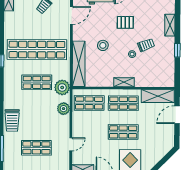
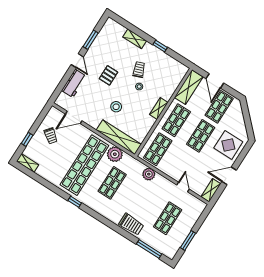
door: (71, 15) -> (74, 117), swing flipped
plant: (62, 87) -> (115, 154), moved
shop shelf: (157, 132) -> (219, 107), added

